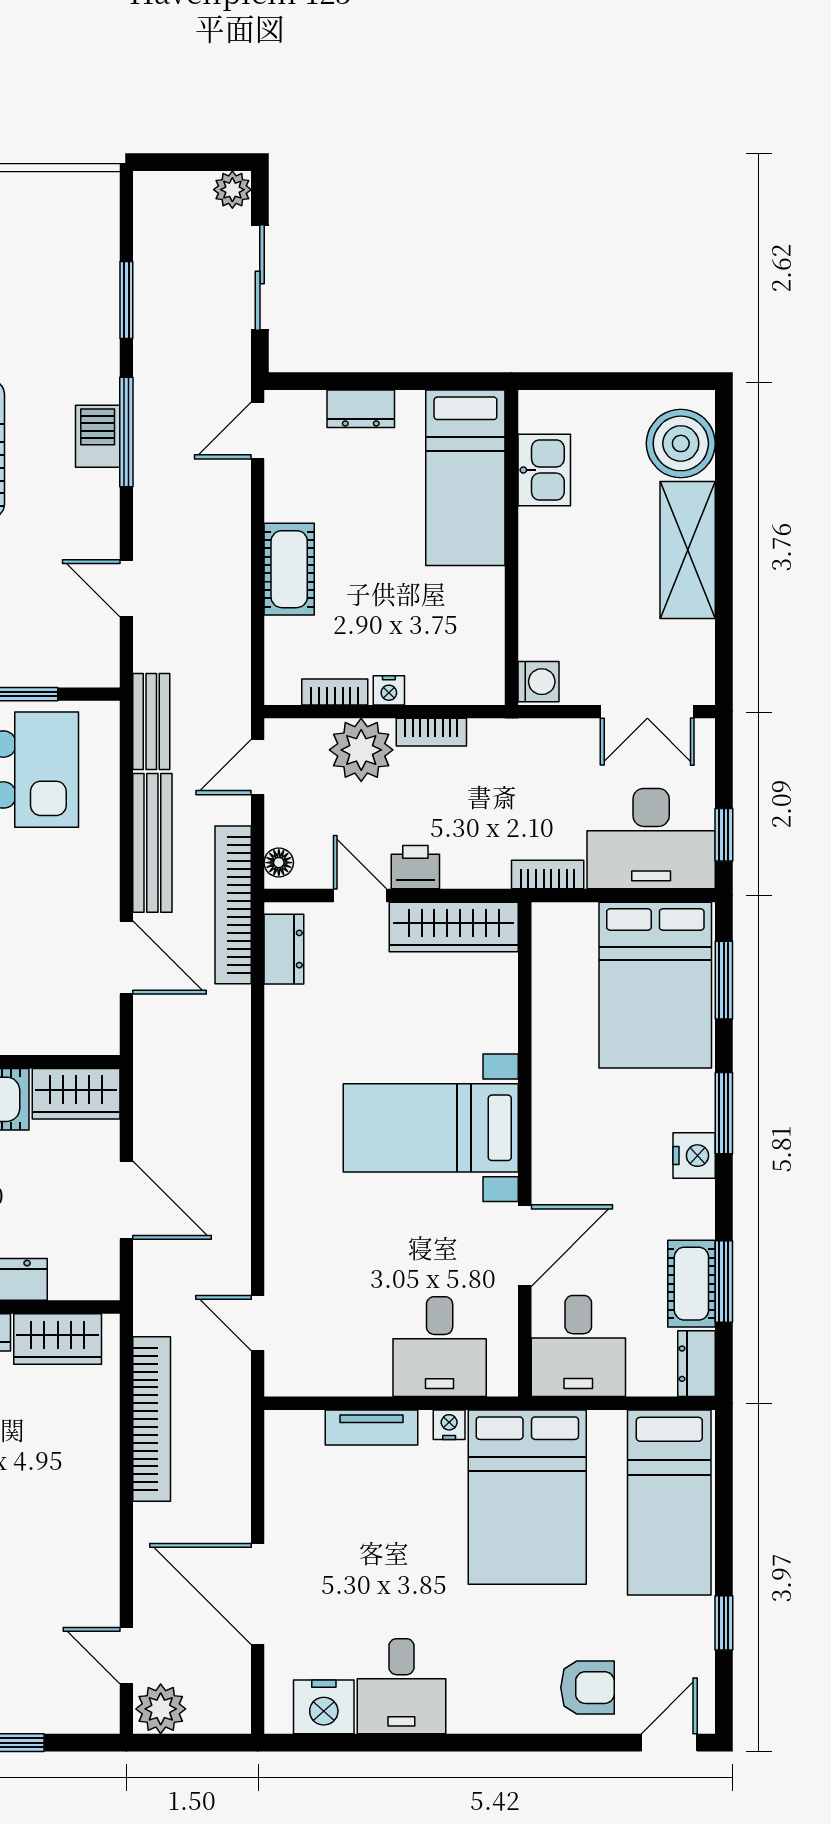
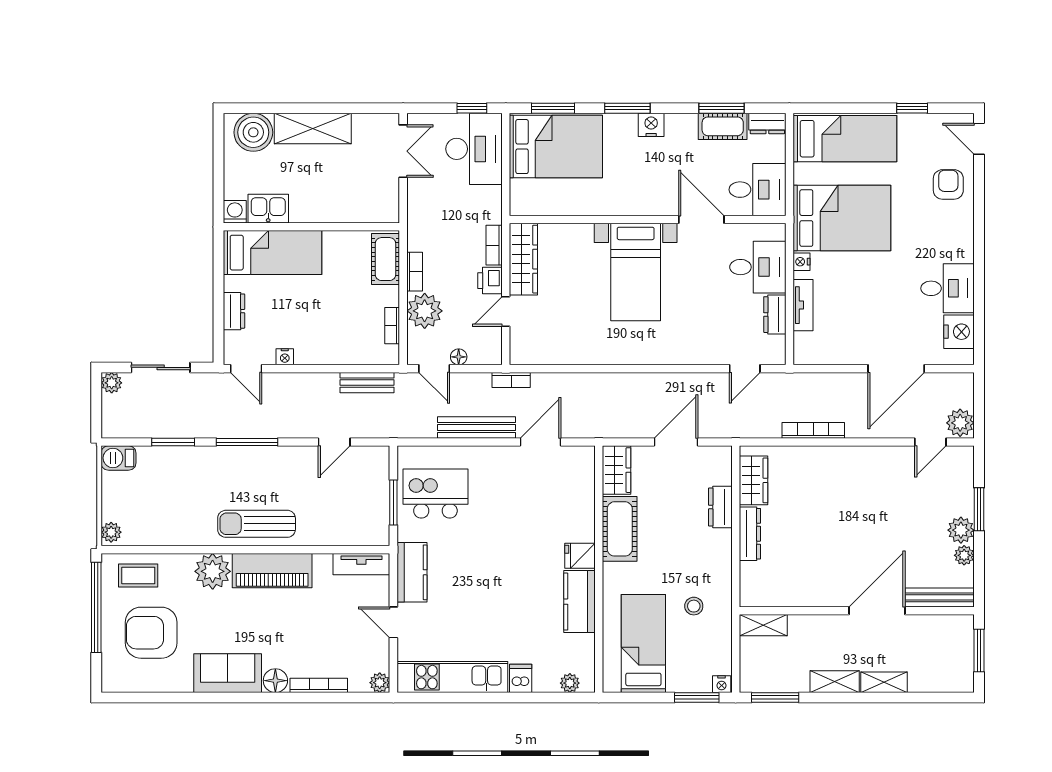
barbecue: (98, 436) -> (118, 458), moved
cot: (289, 569) -> (385, 259), moved, turned 90
washing machine: (538, 682) -> (235, 212), moved
nightstand: (389, 690) -> (285, 357), moved, turned 90
bench: (151, 722) -> (367, 383), moved
floor lamp: (279, 863) -> (459, 357), moved
bookcase: (548, 874) -> (494, 245), moved
bookcase: (233, 905) -> (511, 380), width x0.43, depth x0.76
dresser: (284, 949) -> (775, 315), moved, turned -90
bookcase: (152, 1419) -> (813, 430), width x0.68, depth x0.76

